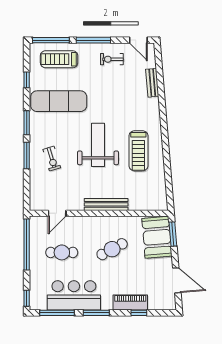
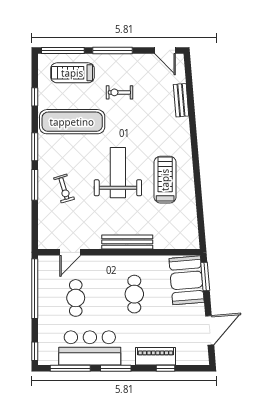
exercise bike: (112, 59) -> (119, 92), moved
treadmill: (138, 151) -> (165, 180), turned 180
cafe table: (112, 249) -> (134, 294), turned -62
cafe table: (62, 252) -> (76, 298), turned 90
door: (177, 280) -> (210, 330), hinge flipped

